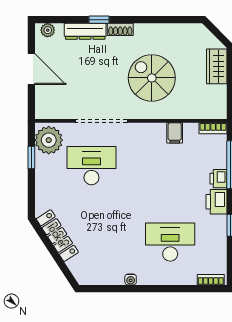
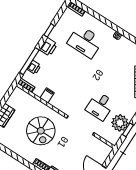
plant: (49, 140) -> (120, 123), moved
desk: (91, 166) -> (100, 106), width x0.73
printer: (218, 179) -> (34, 67), moved

